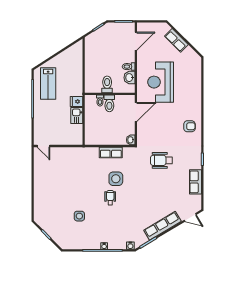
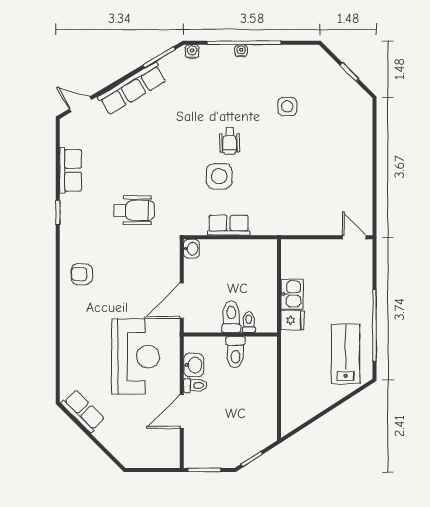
row of seats: (176, 40) -> (83, 411), moved
door: (136, 41) -> (182, 412), moved

